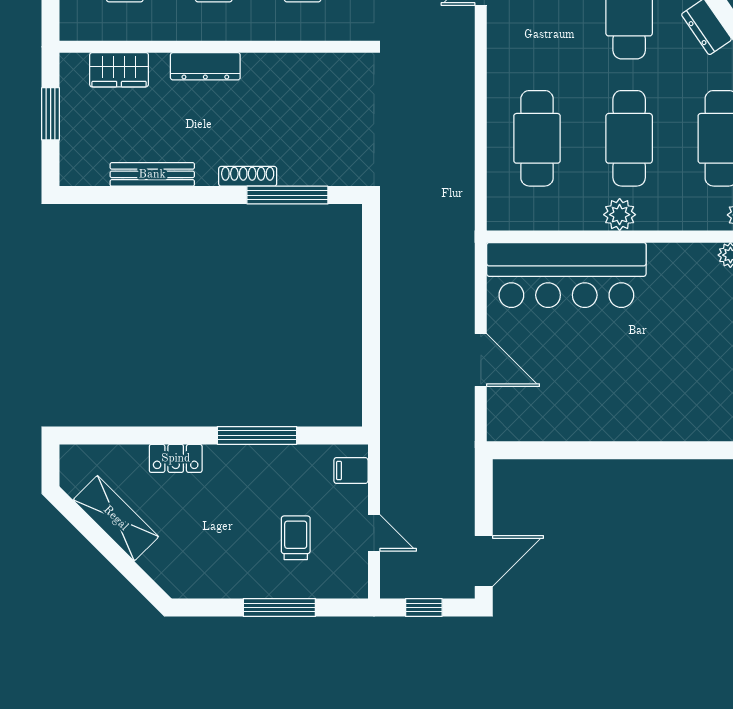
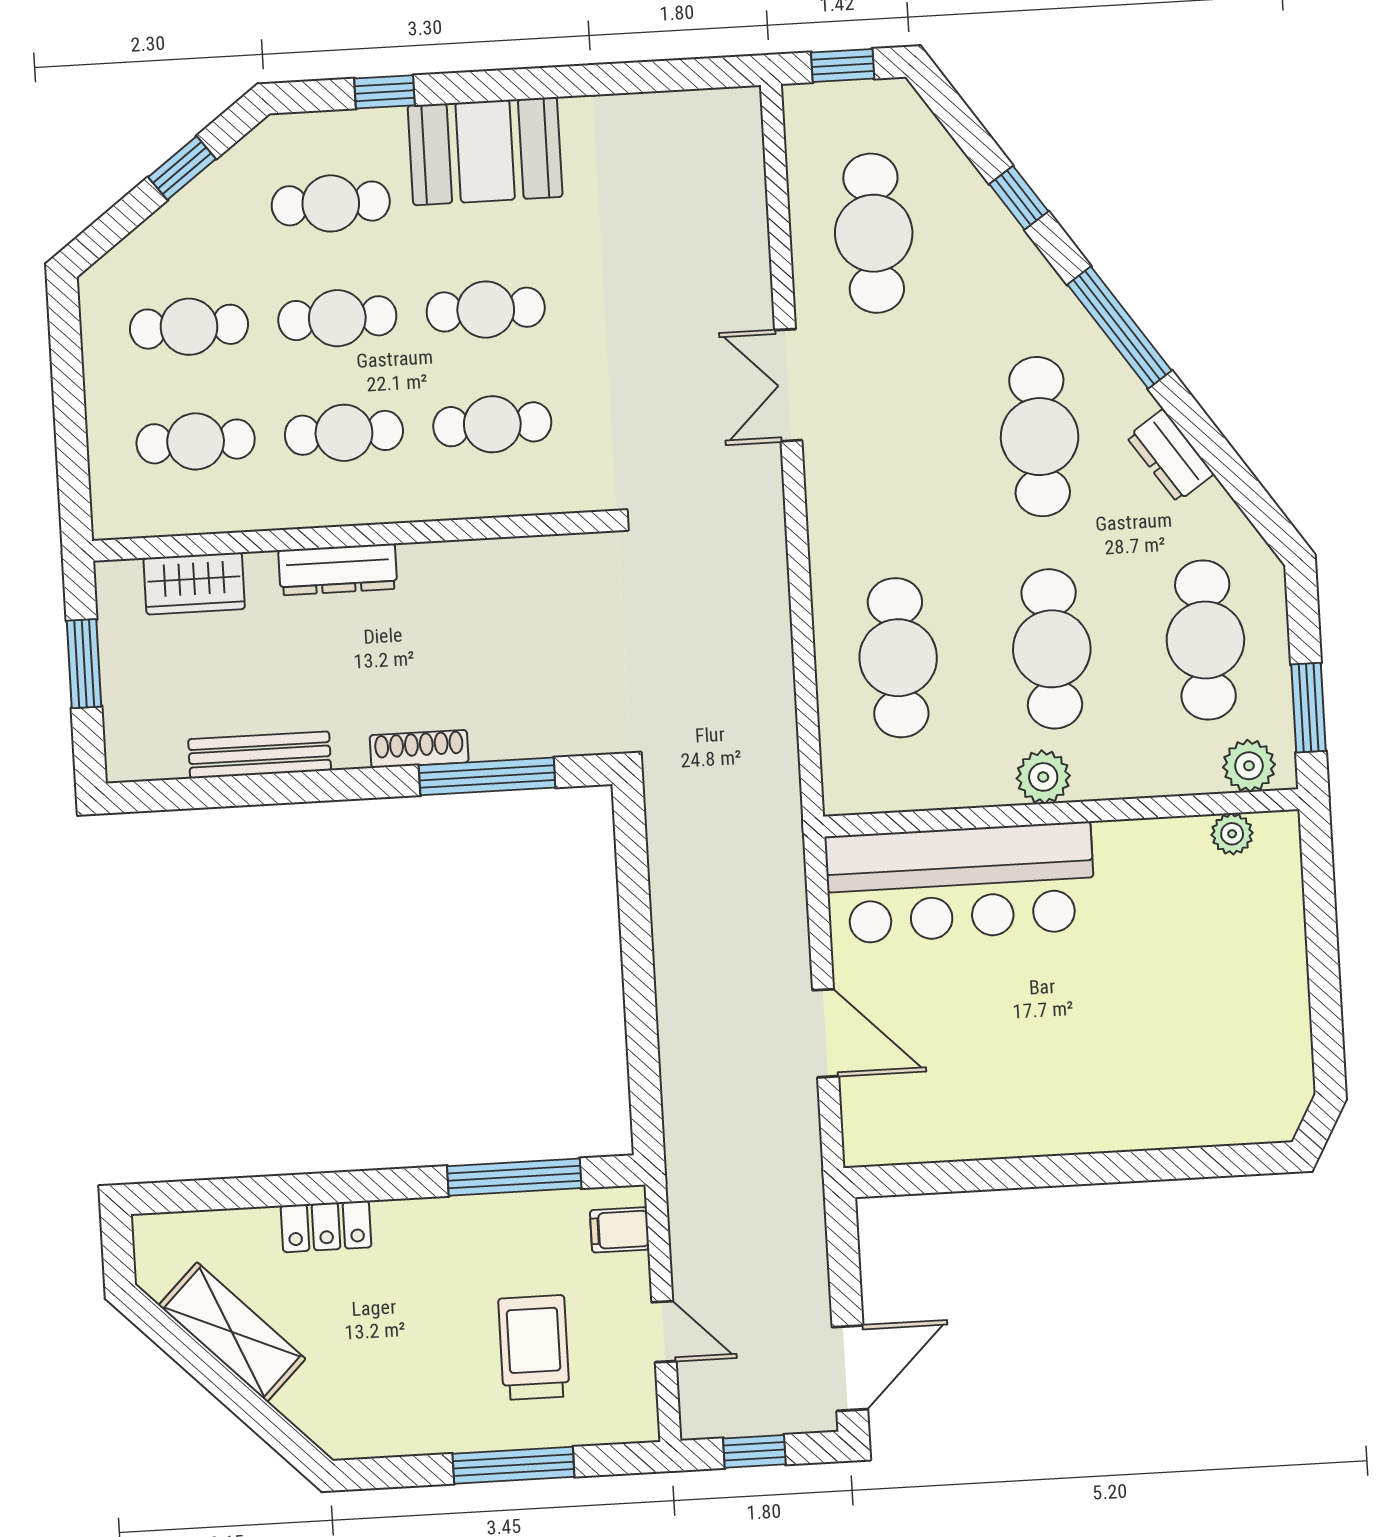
window: (257, 435) -> (514, 1177), moved
trolley: (296, 538) -> (534, 1347), width x1.36, depth x1.39

